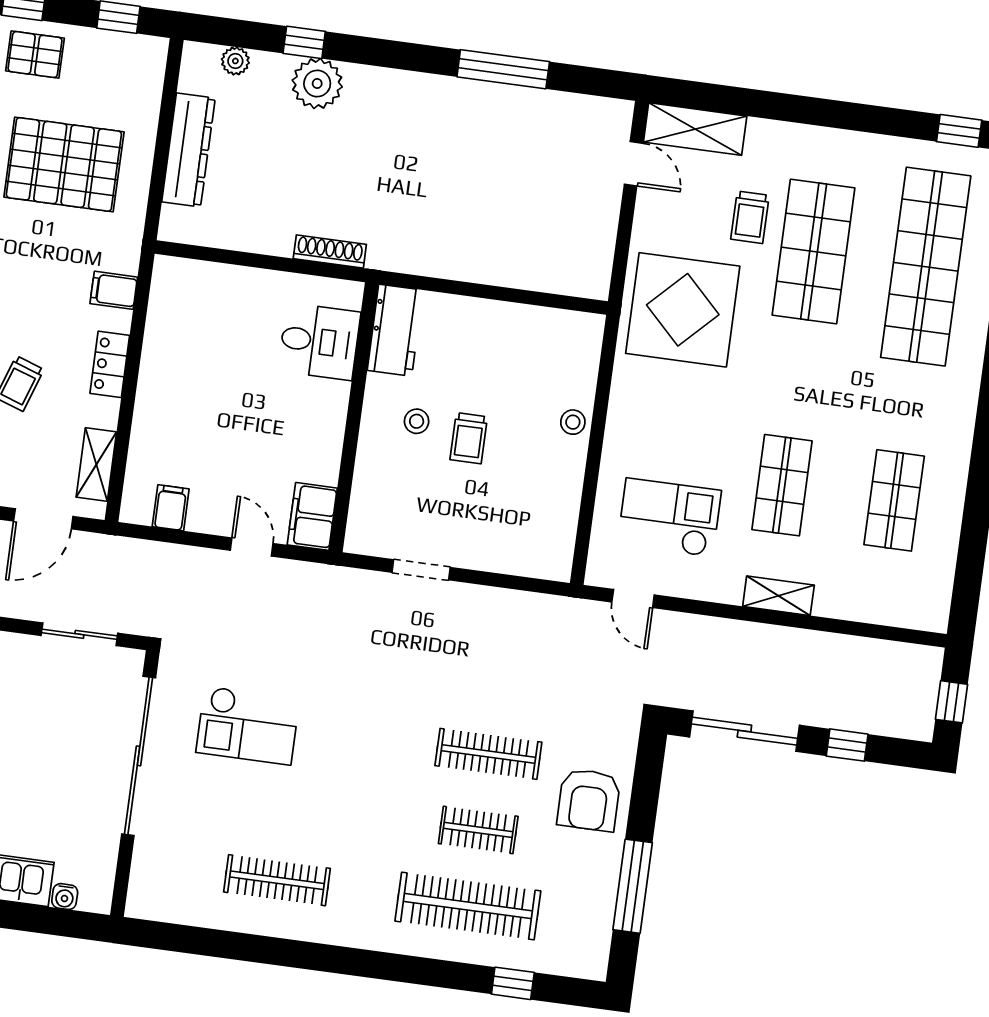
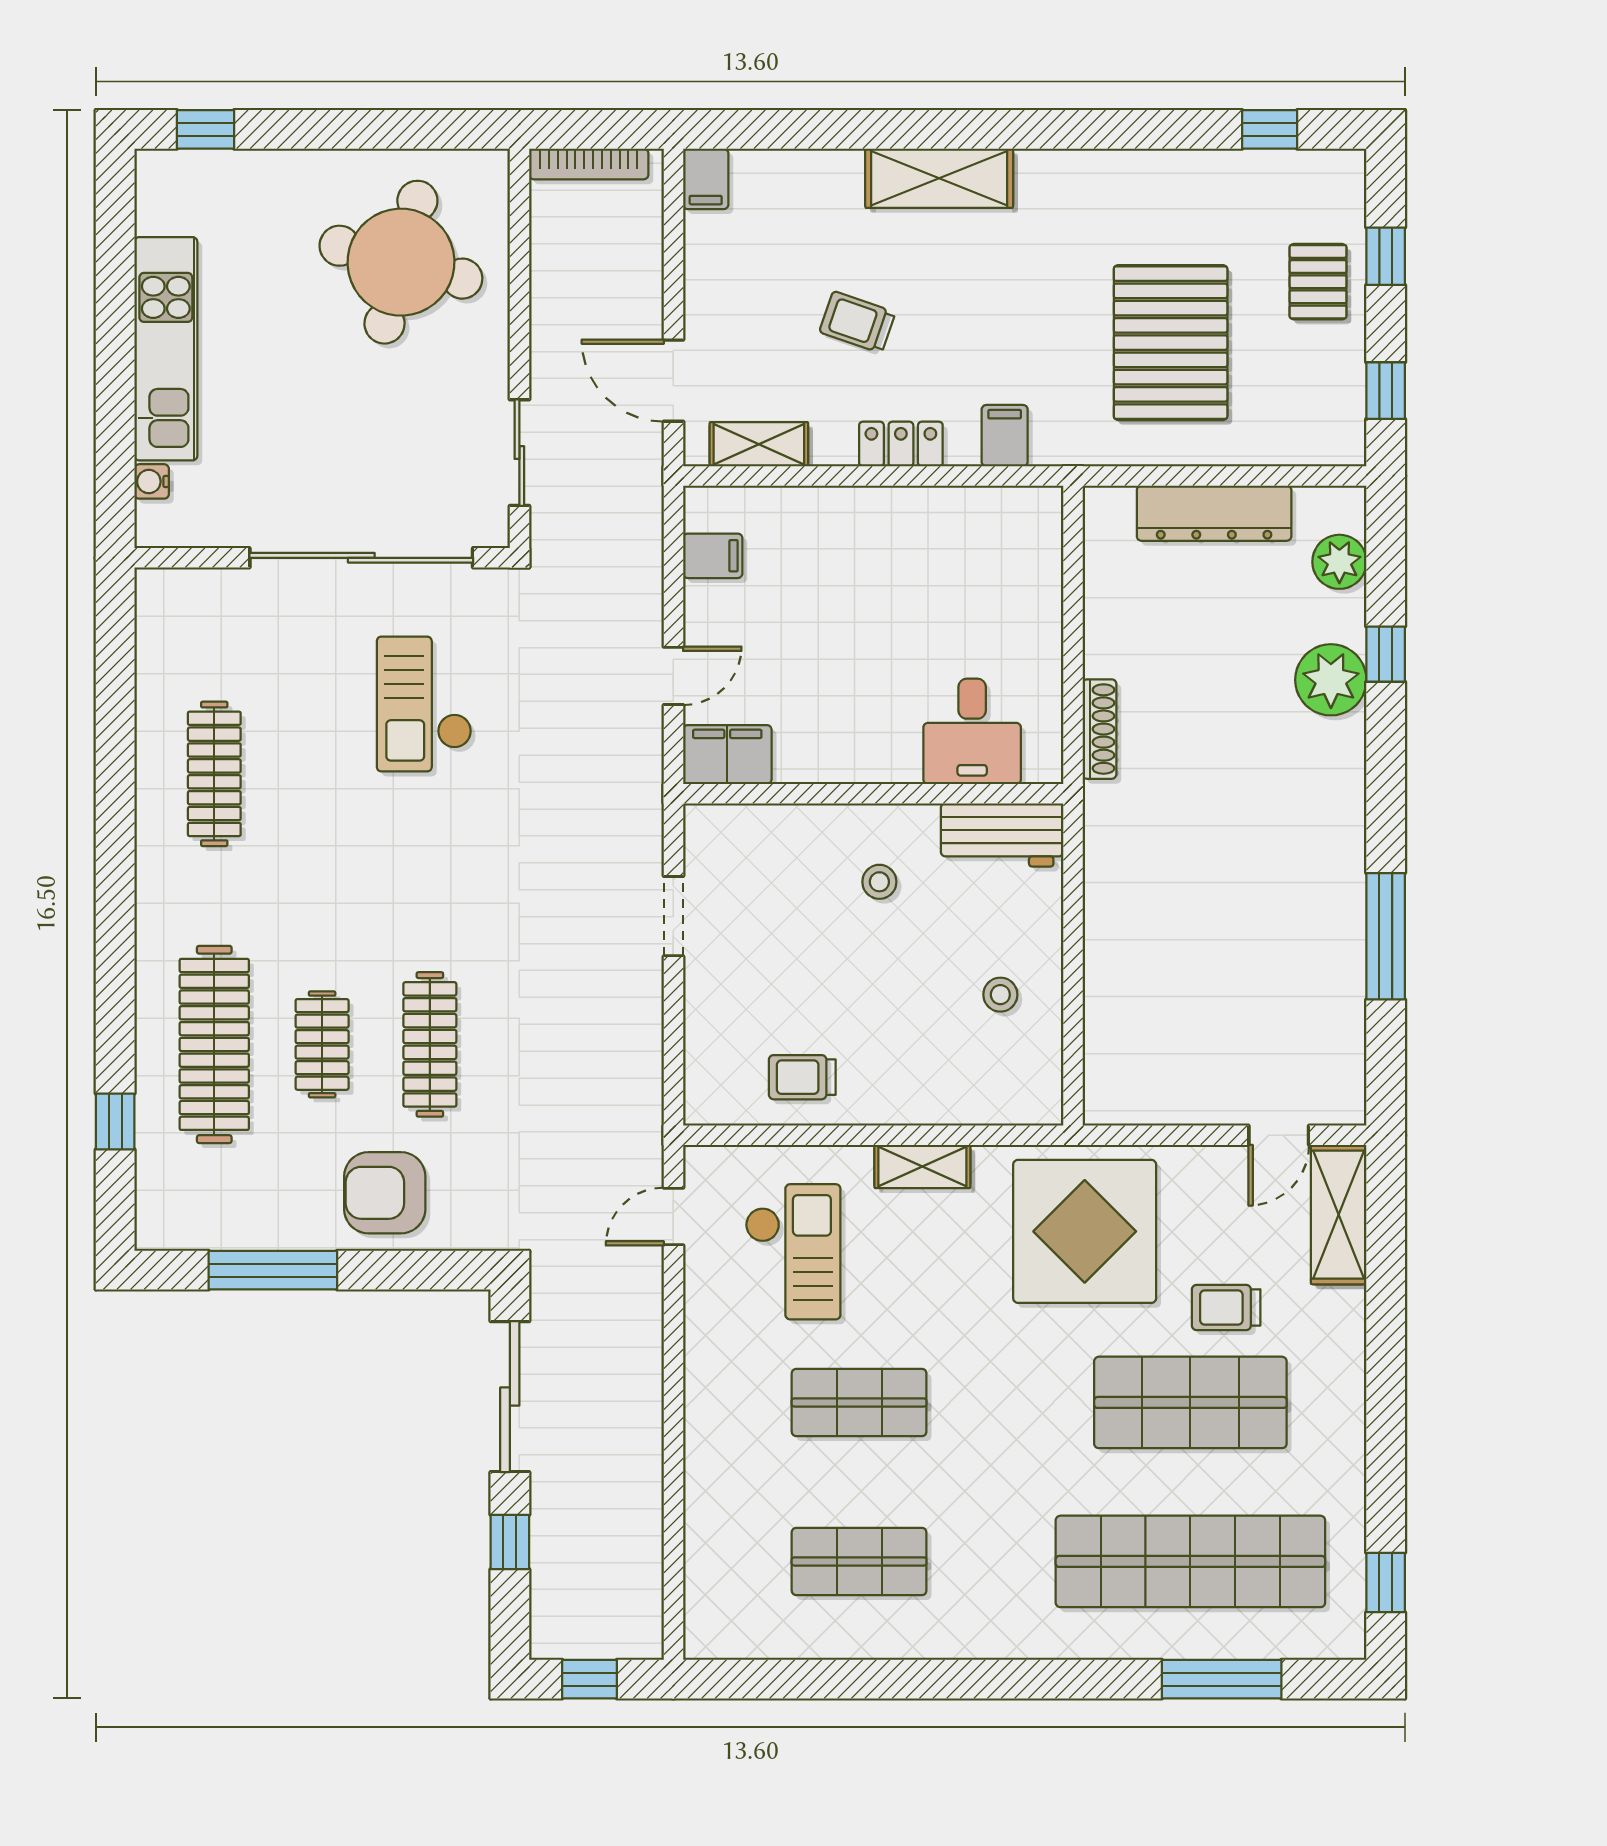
plant: (235, 61) -> (1339, 562), width x1.38, depth x1.38
stool: (573, 422) -> (1000, 995), moved
trolley: (469, 438) -> (802, 1077), moved
shelving: (778, 596) -> (922, 1167), moved, turned 90

